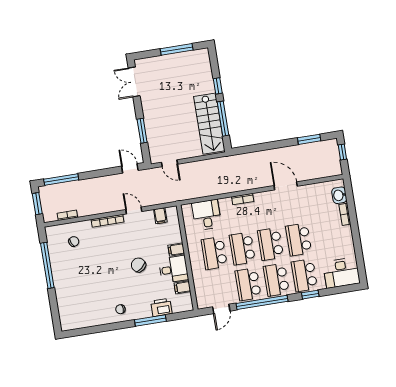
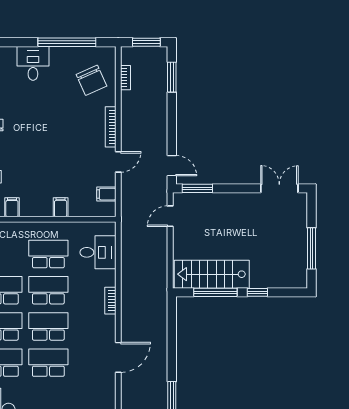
window: (142, 131) -> (197, 188), moved
door: (130, 168) -> (172, 166), hinge flipped
window: (61, 179) -> (172, 77), width x0.69
chair: (74, 241) -> (92, 80), width x1.87, depth x1.87
chair: (138, 265) -> (49, 157), removed
desk: (174, 269) -> (33, 63), moved, turned 180

